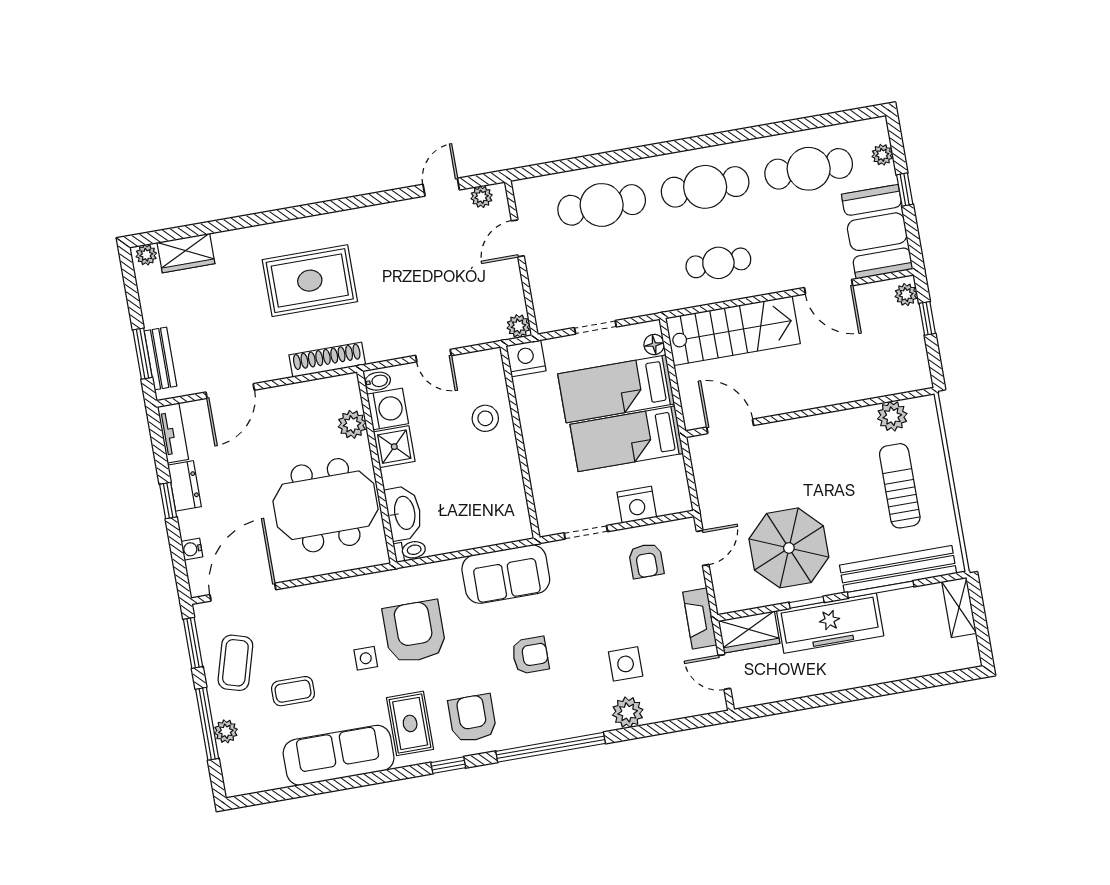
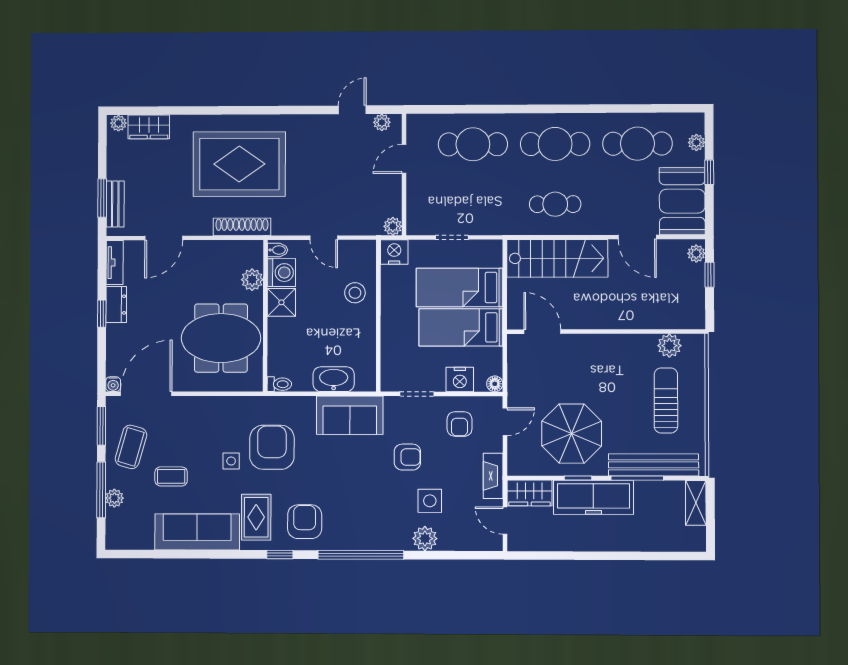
rug: (310, 281) -> (239, 164), width x1.37, depth x1.44
floor lamp: (654, 345) -> (495, 384), moved
washbasin: (404, 513) -> (334, 379), moved, turned -90
water cooler: (192, 549) -> (113, 384), moved, turned -90
armchair: (530, 655) -> (407, 457), moved

